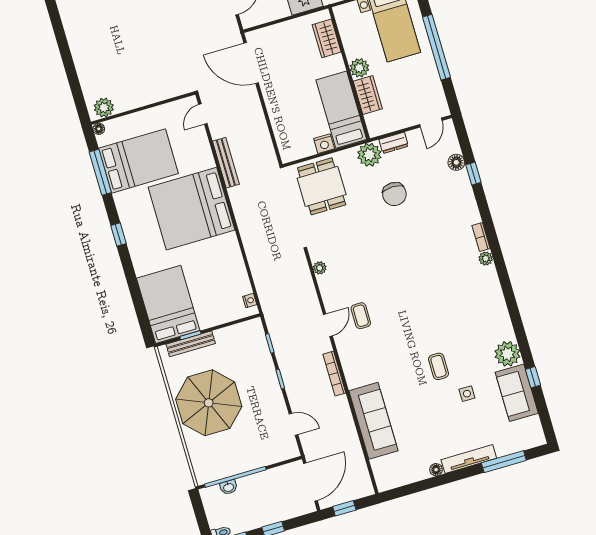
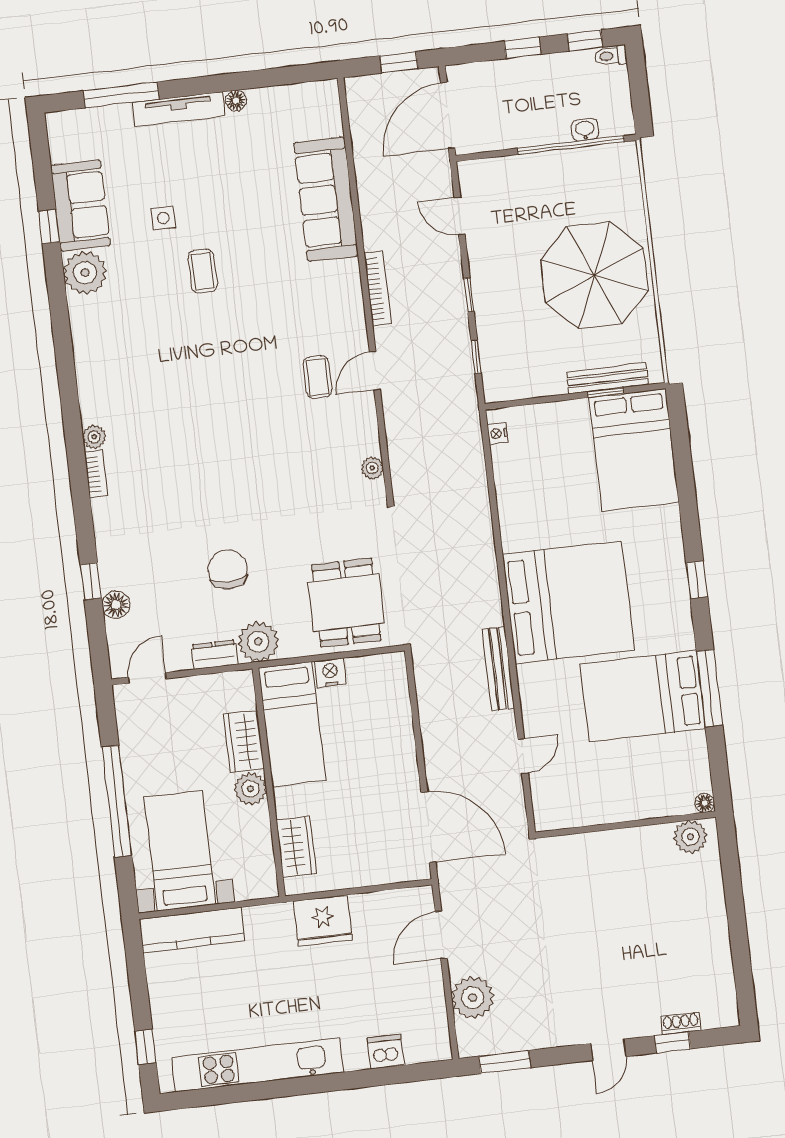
plant: (104, 108) -> (690, 837), moved
wall: (143, 108) -> (625, 825), moved
floor lamp: (99, 129) -> (705, 803), moved

